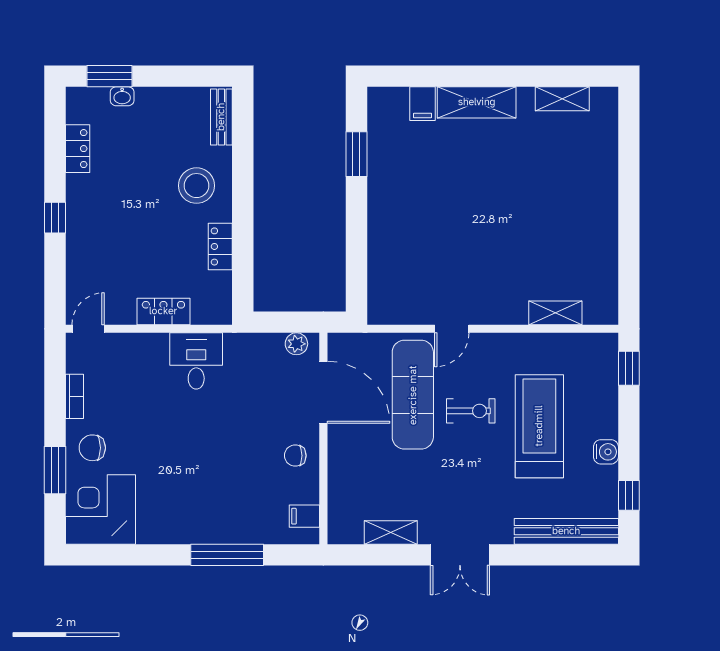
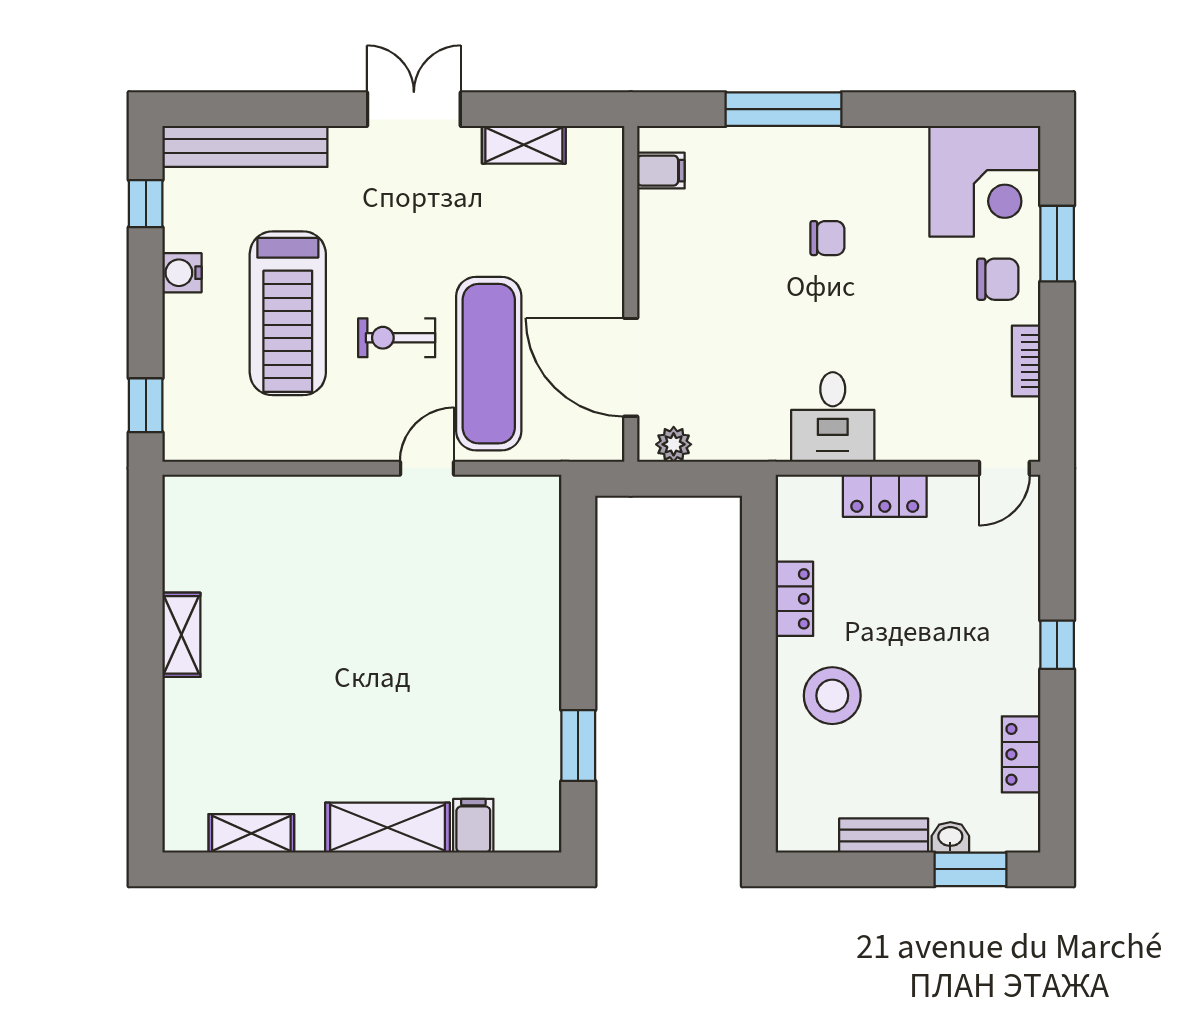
bench: (221, 117) -> (884, 836), moved, turned 90
shelving: (555, 313) -> (181, 635), moved, turned 90
chair: (295, 456) -> (827, 238), moved

